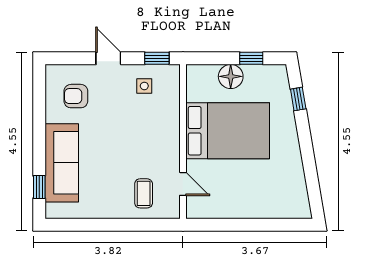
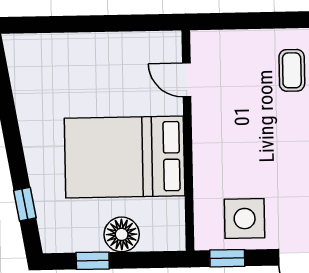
side table: (144, 86) -> (245, 219), width x1.87, depth x1.87
coffee table: (144, 193) -> (292, 70), moved

